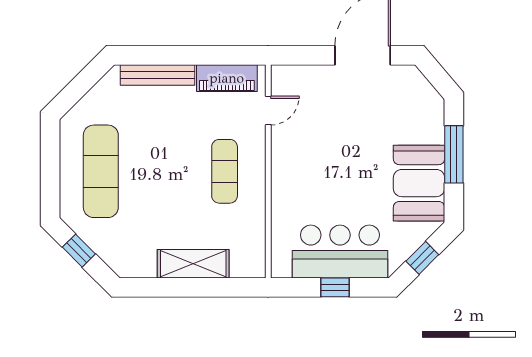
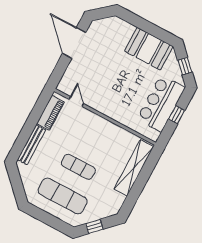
window: (454, 154) -> (144, 25), removed
exercise mat: (225, 171) -> (78, 167), moved
shelving: (193, 264) -> (134, 168), width x1.47

